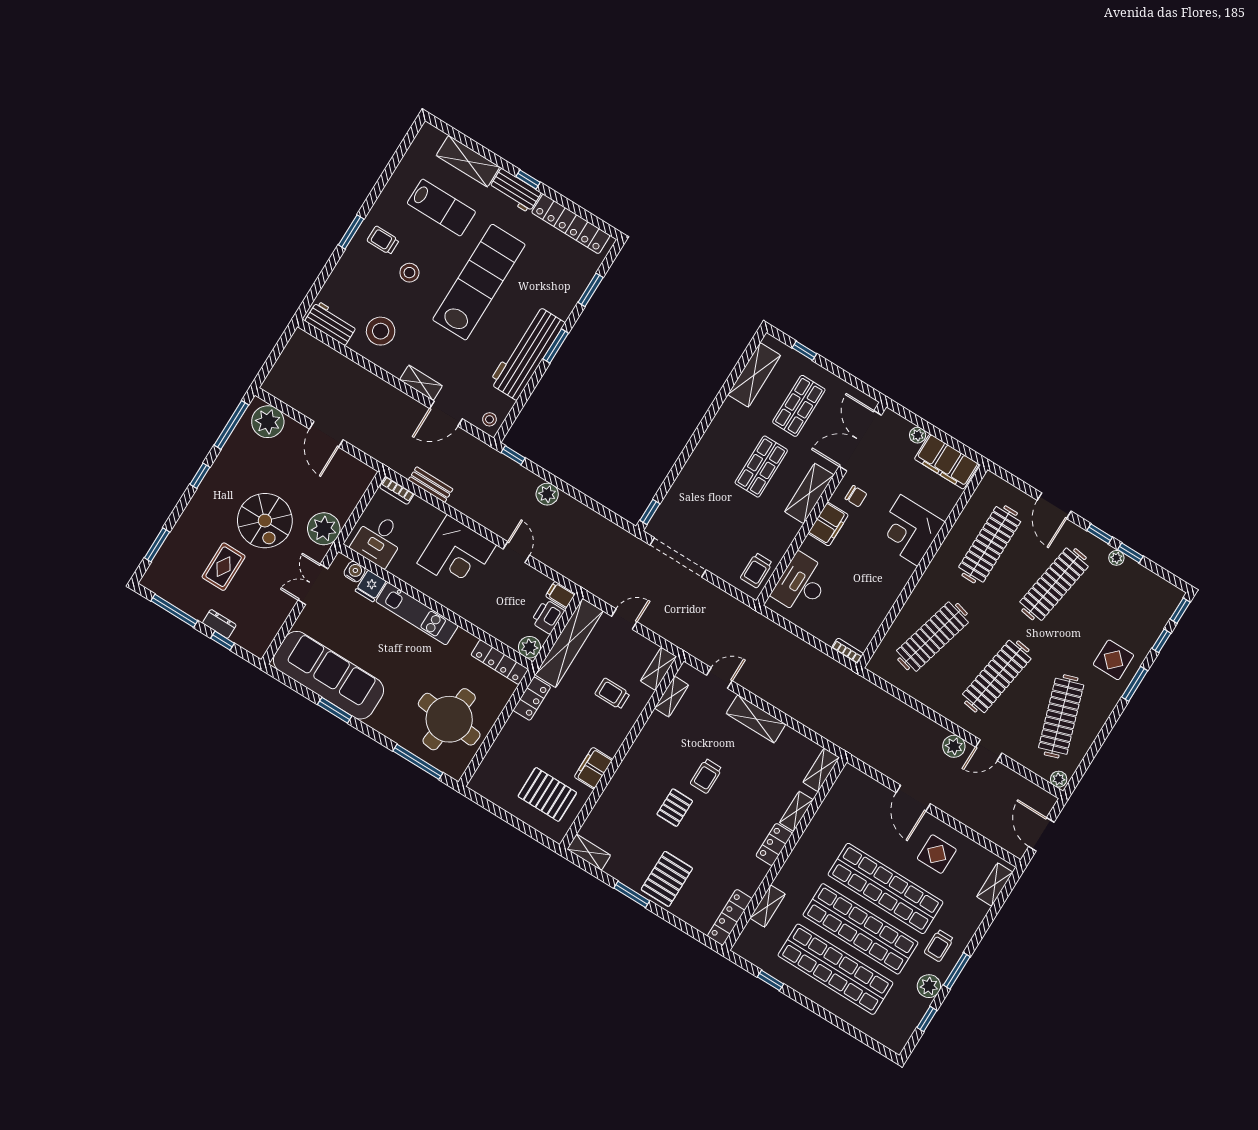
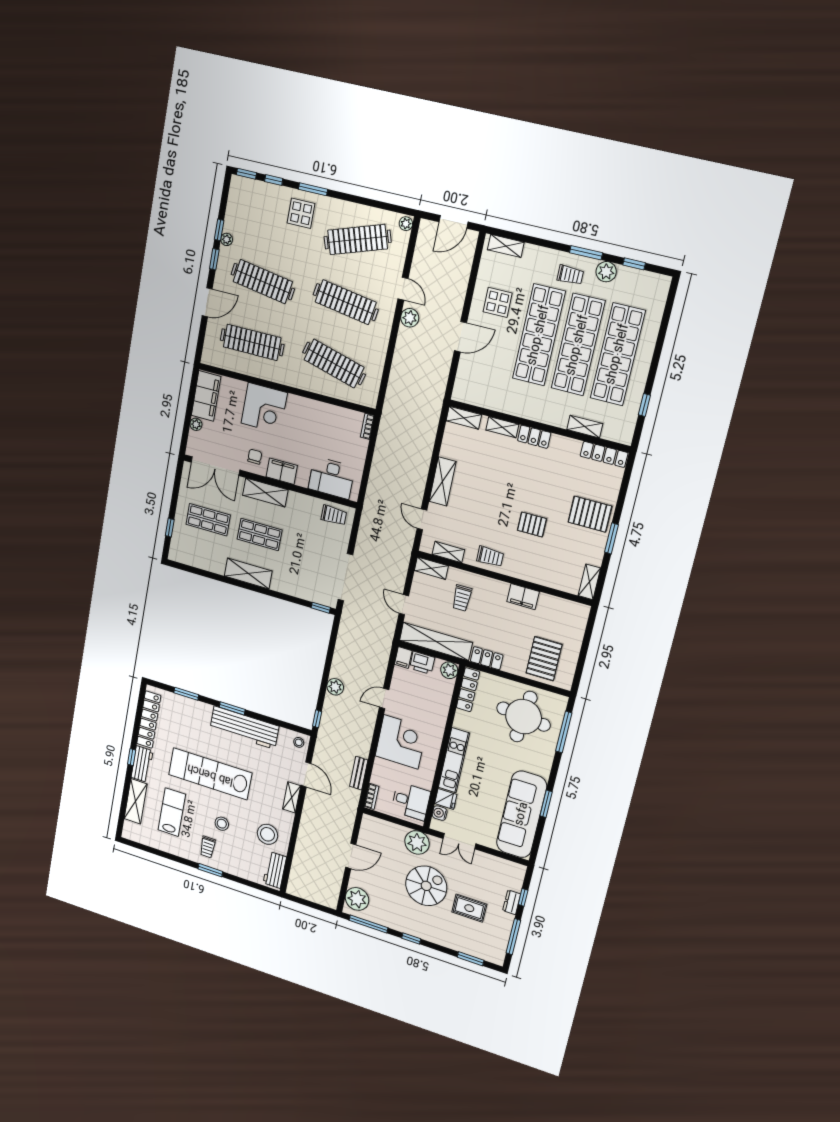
shelving: (754, 375) -> (248, 574), moved
trolley: (706, 776) -> (490, 557), moved
pallet: (547, 794) -> (544, 659), moved

